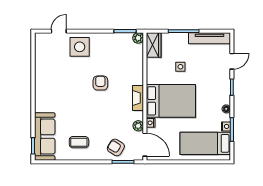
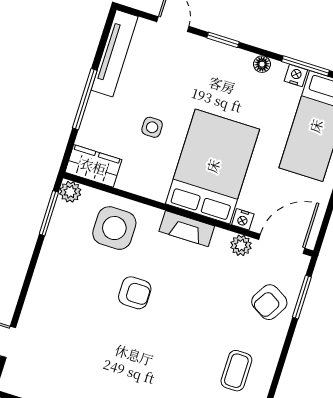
side table: (80, 47) -> (114, 228), moved
armchair: (100, 83) -> (135, 293), turned 180

